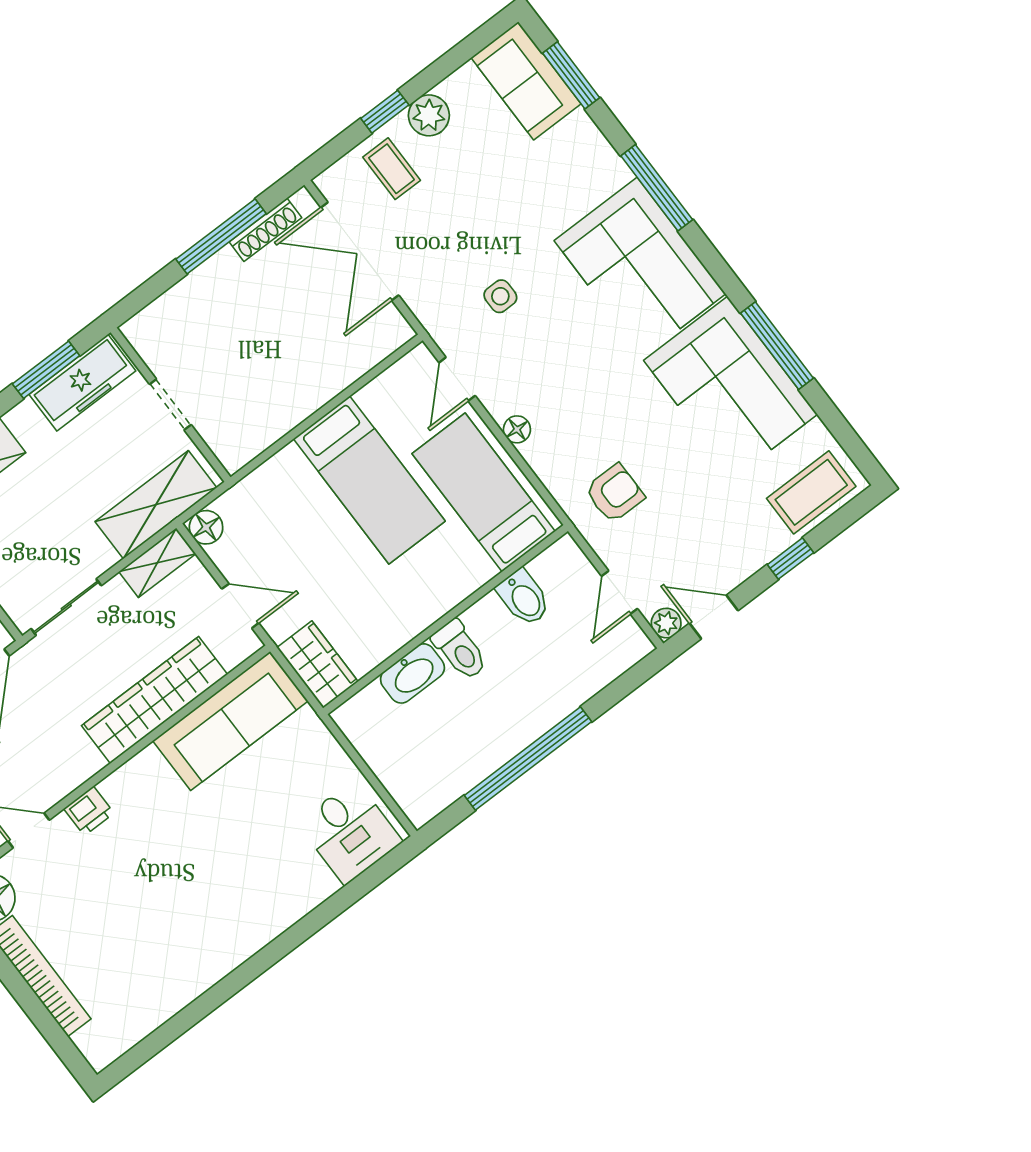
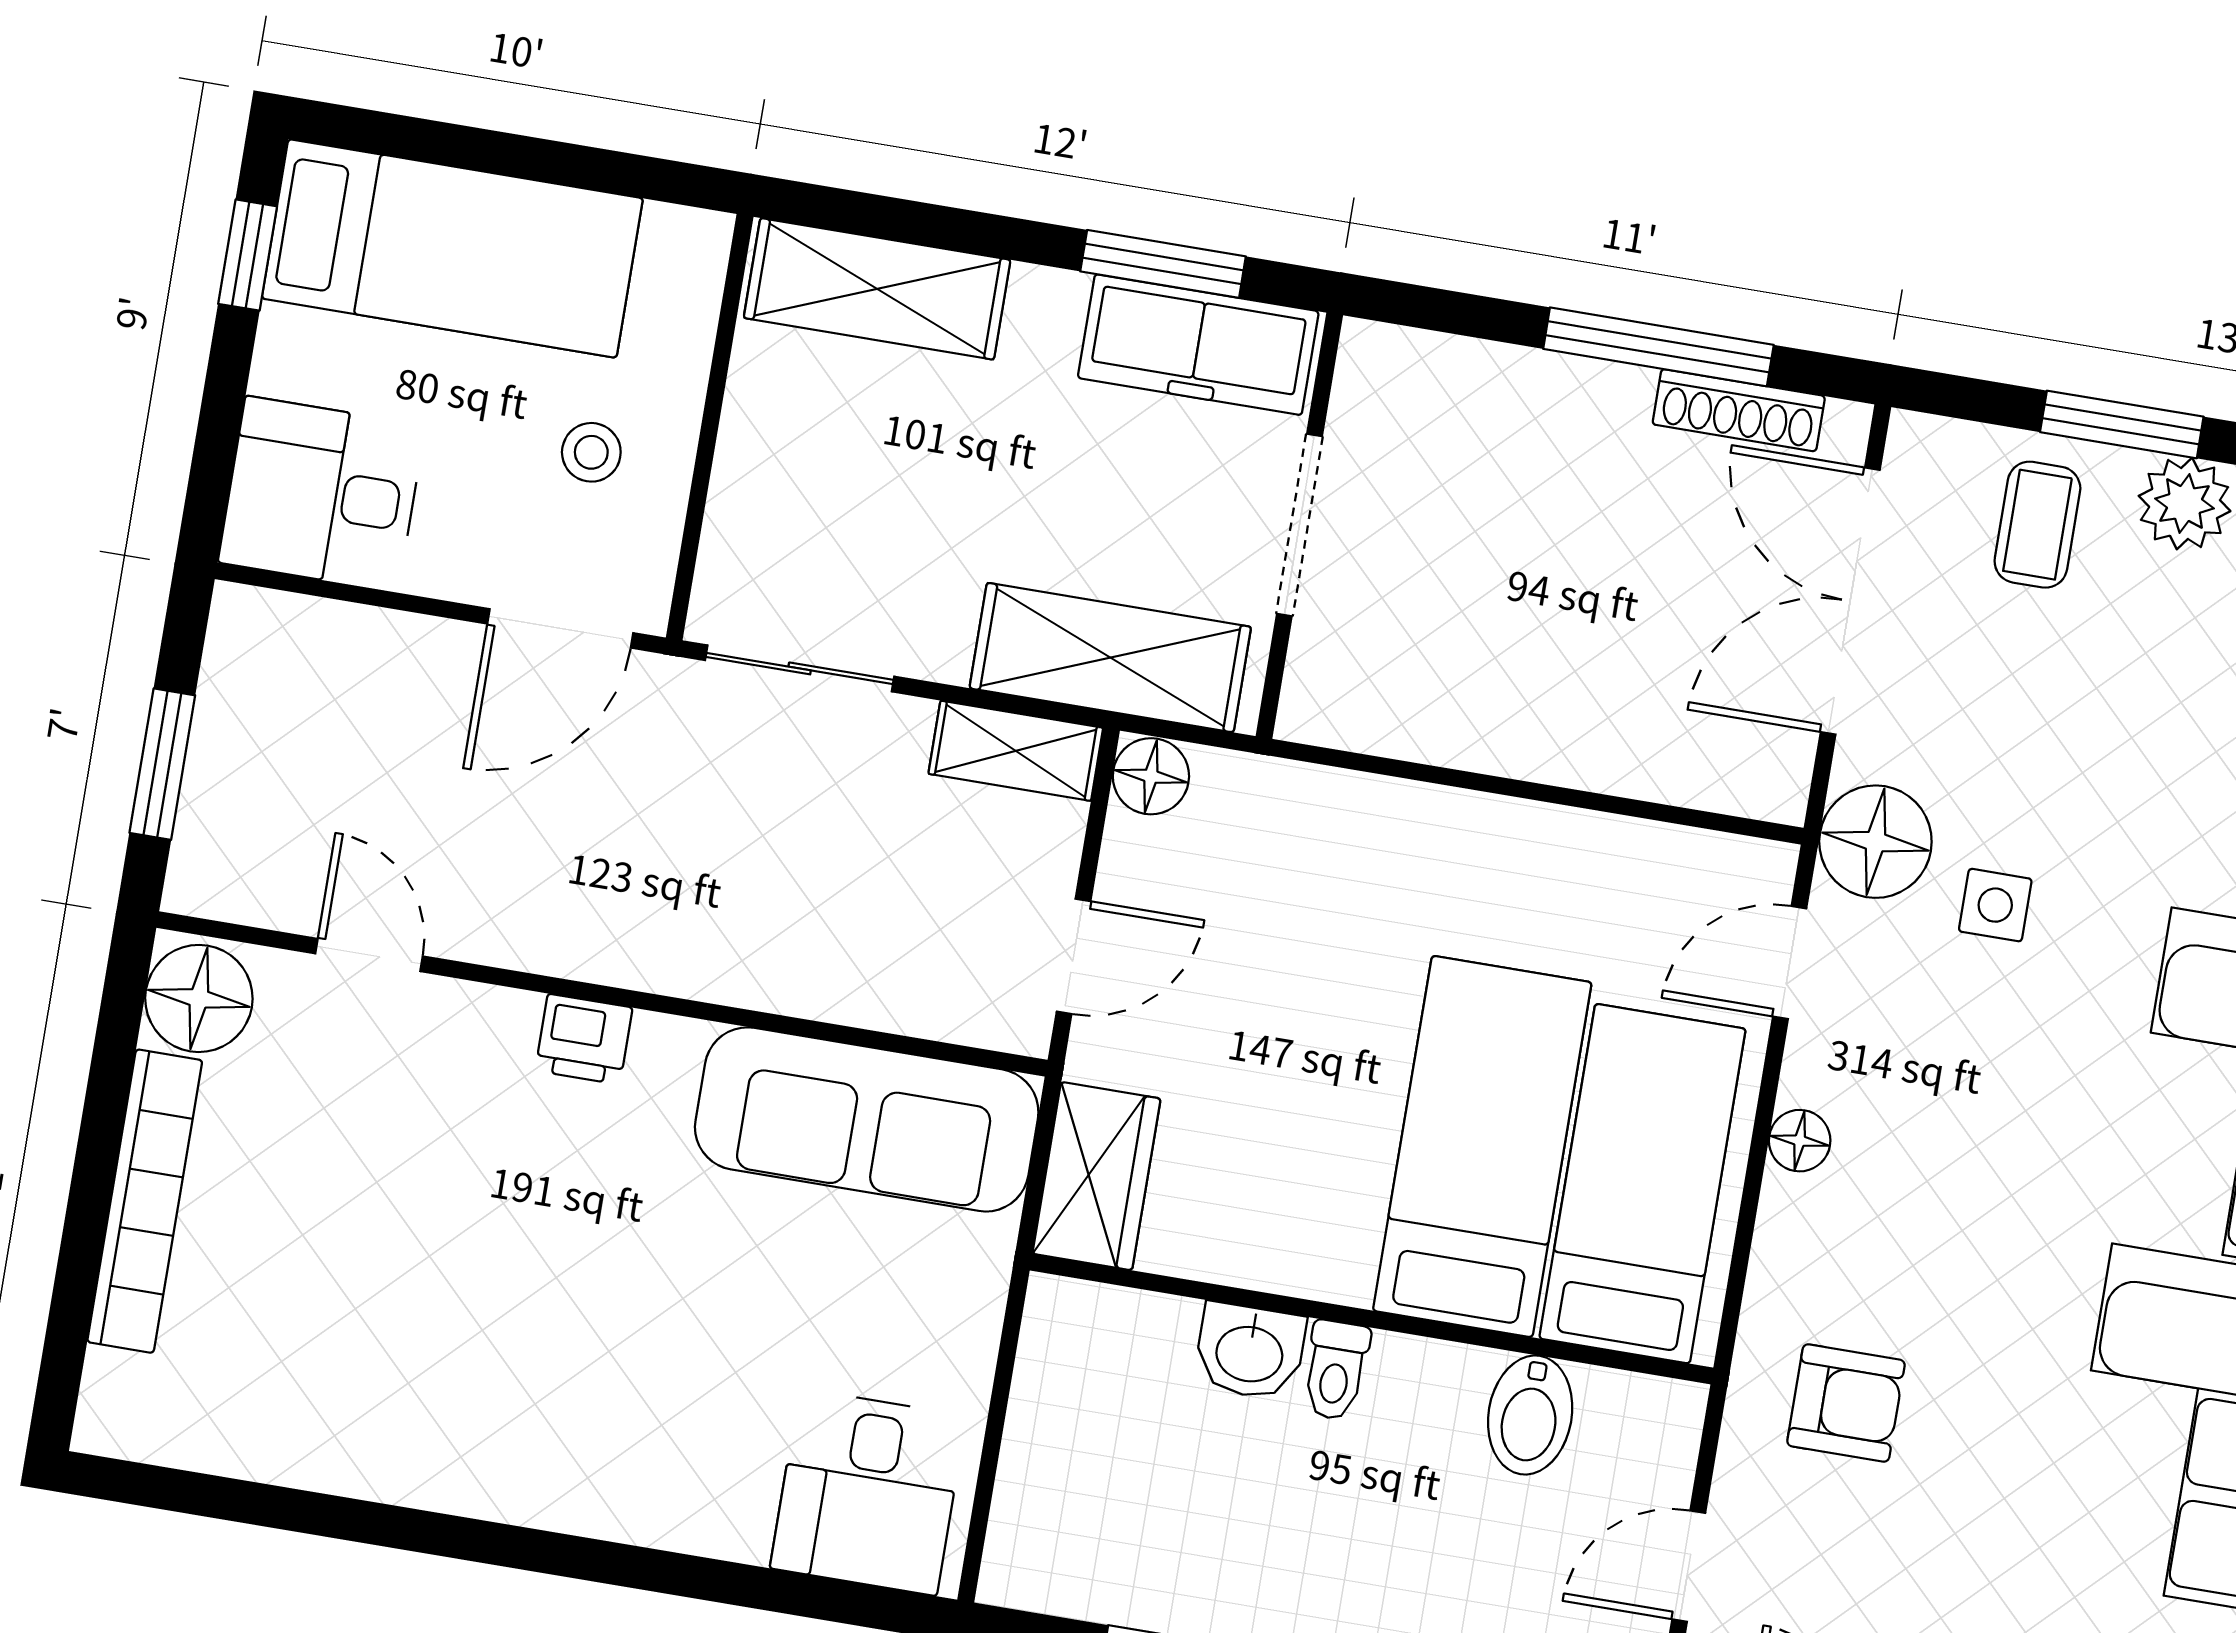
window: (385, 112) -> (2122, 424), width x1.50
floor lamp: (444, 315) -> (1875, 842), added
doorway: (170, 404) -> (1299, 525), width x1.38
bed: (369, 480) -> (1482, 1147), moved, turned 180
door: (240, 606) -> (1074, 956), hinge flipped
toilet: (460, 650) -> (1336, 1370), width x0.73, depth x0.72
washbasin: (412, 673) -> (1250, 1352), width x0.72
wardrobe: (154, 700) -> (783, 960), removed
printer: (89, 811) -> (584, 1039), moved

